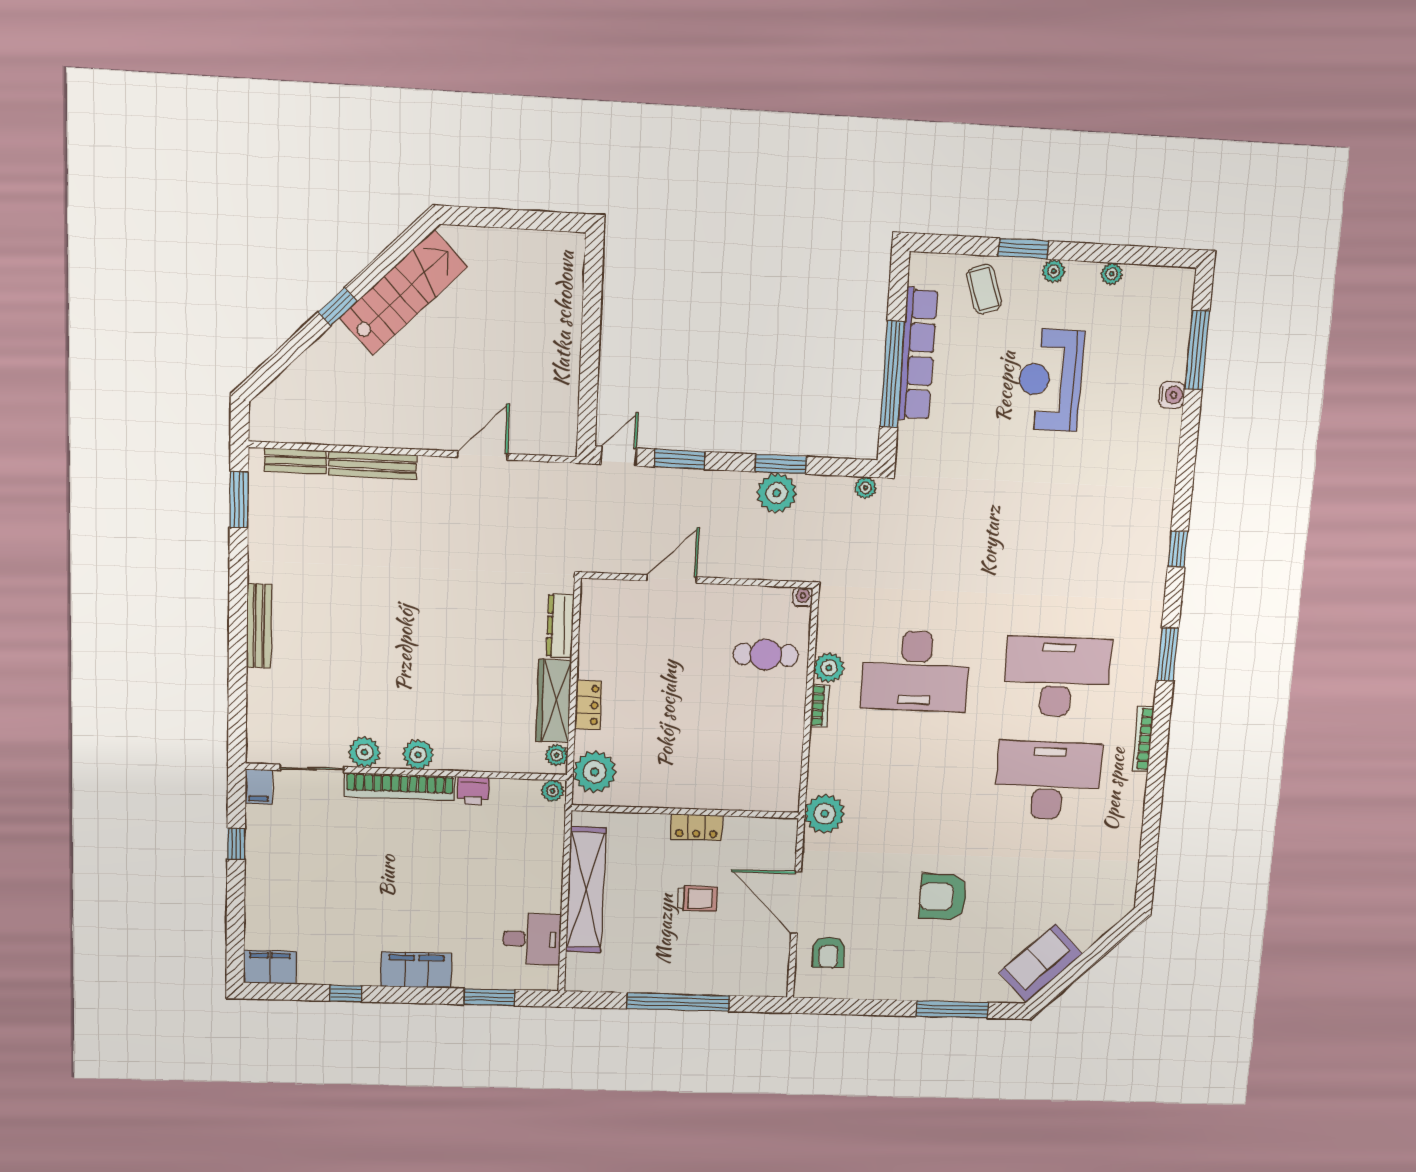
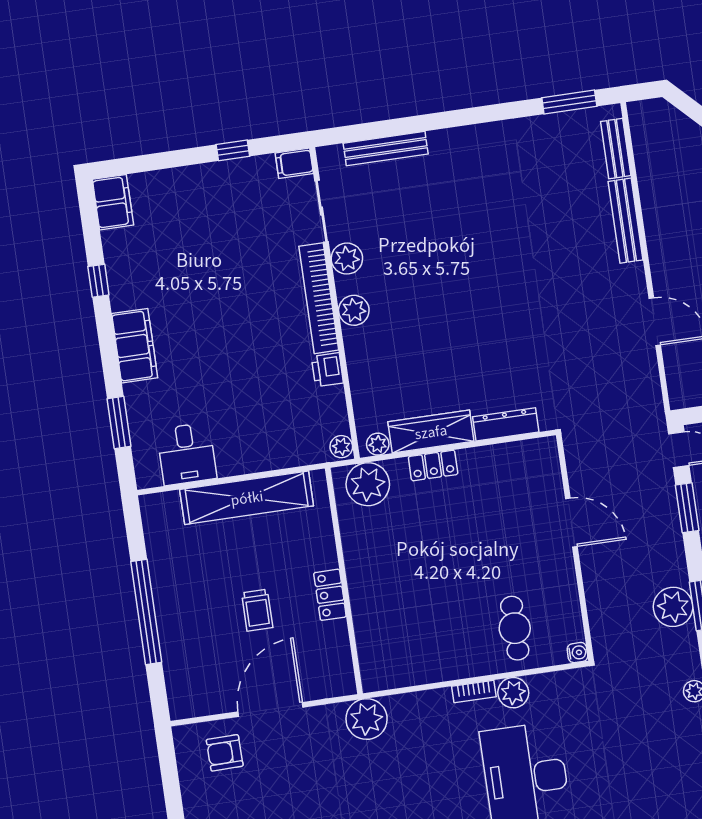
bench: (259, 626) -> (386, 149), moved

